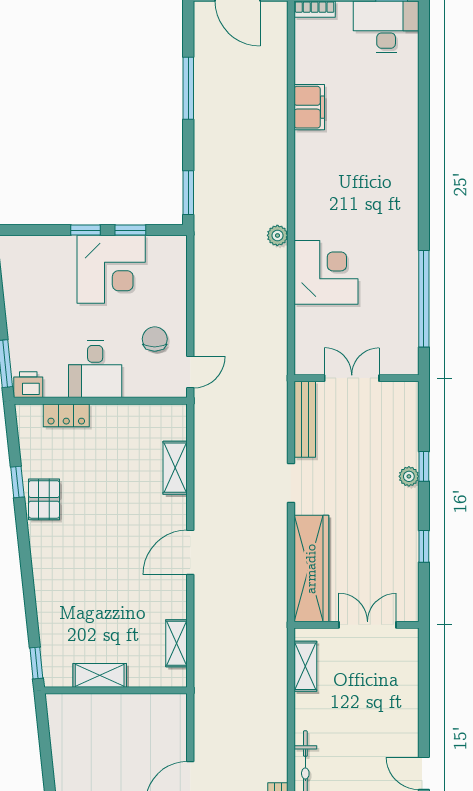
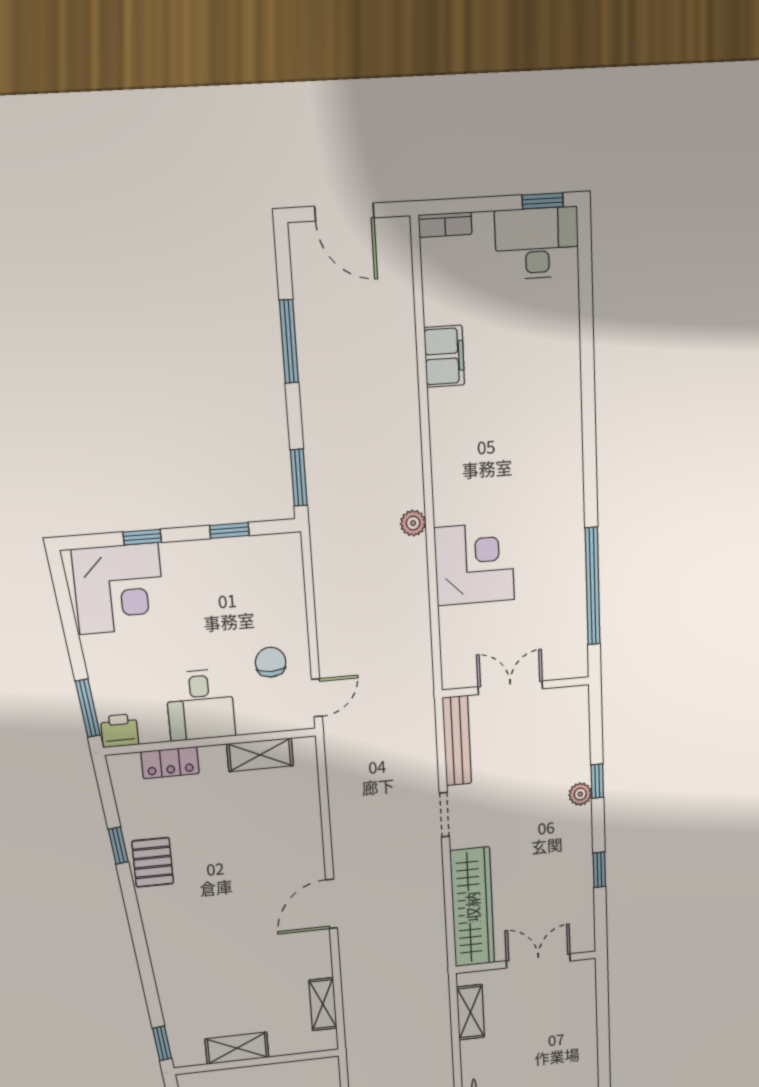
window: (86, 230) -> (142, 537), moved
corner desk: (111, 269) -> (119, 589), moved
shelving: (175, 468) -> (260, 755), moved, turned 90

